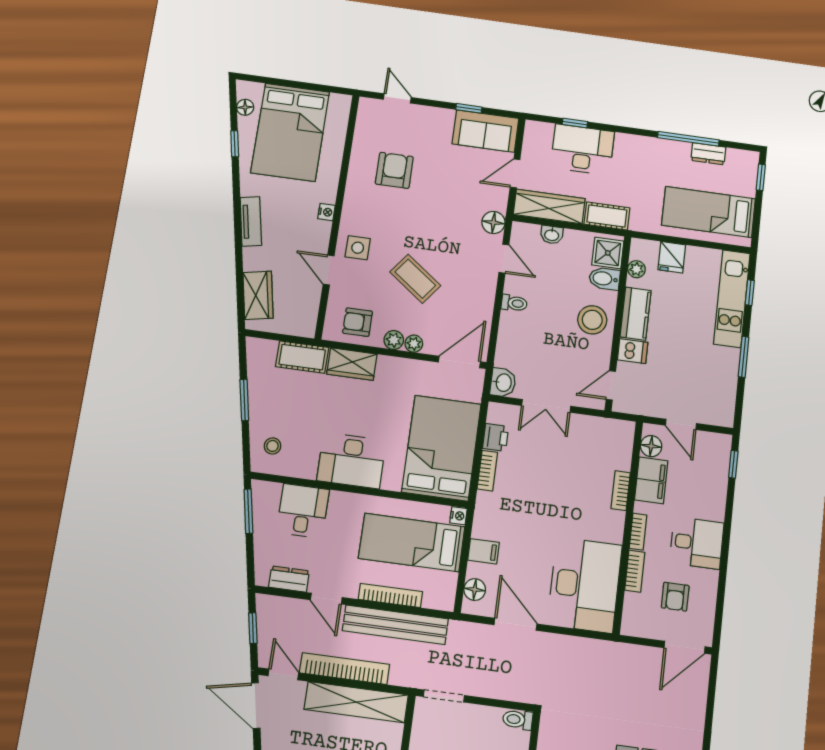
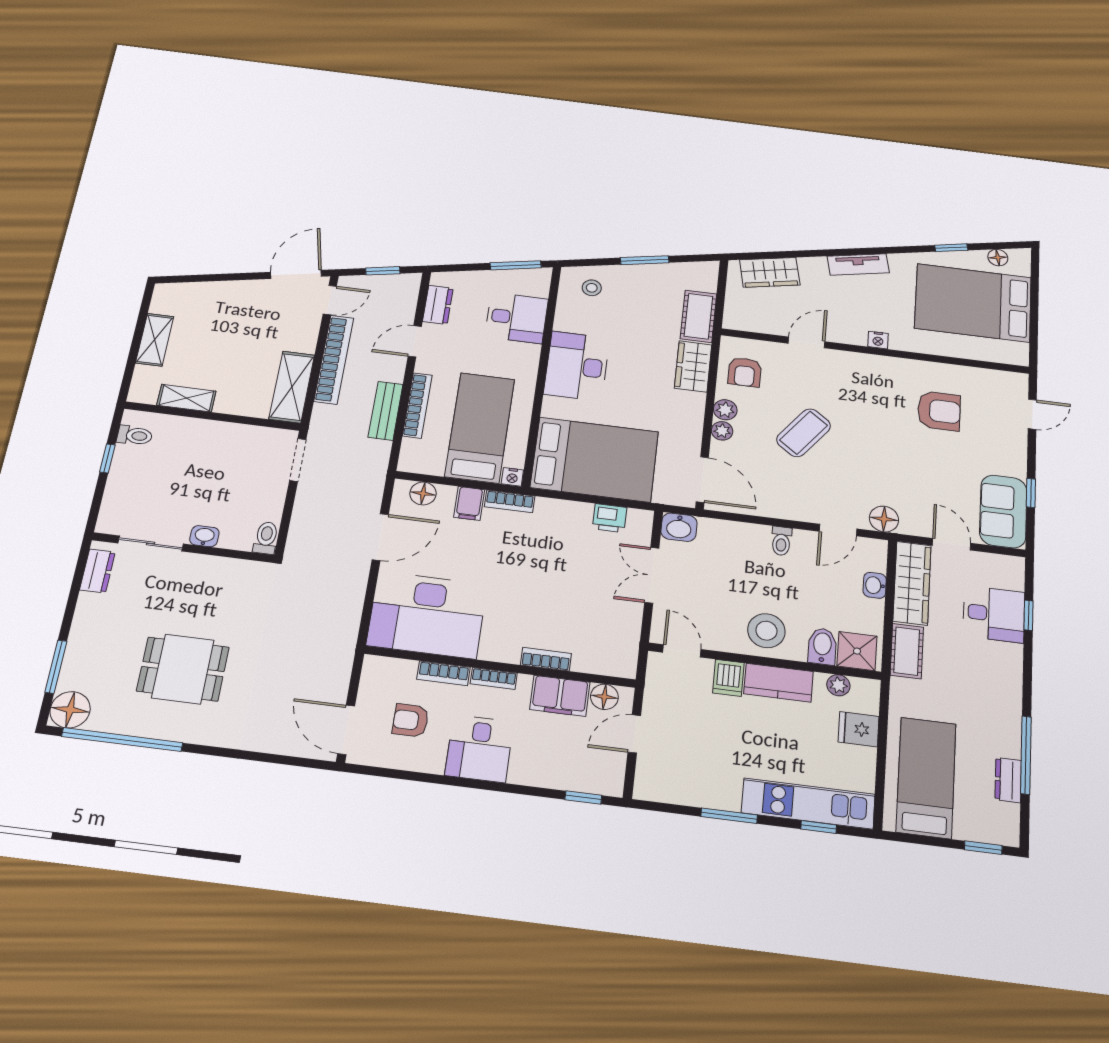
desk: (582, 150) -> (994, 614), width x0.73
side table: (358, 248) -> (837, 372), removed
armchair: (358, 322) -> (745, 372), turned 180
bookcase: (487, 471) -> (510, 501), moved
bench: (395, 625) -> (386, 411), width x0.54, depth x0.82
shelving: (356, 702) -> (292, 387), width x0.68

